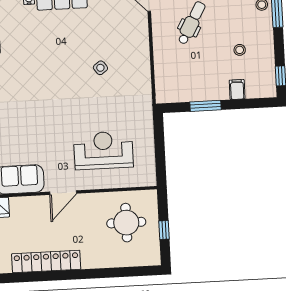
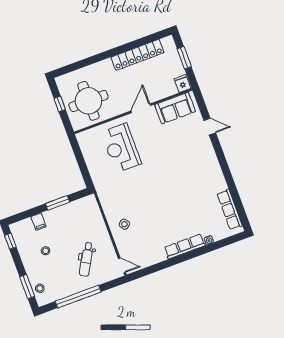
side table: (100, 68) -> (124, 224), moved
reception desk: (103, 150) -> (121, 148), turned 90
round table: (126, 223) -> (89, 101), width x1.36, depth x1.36

